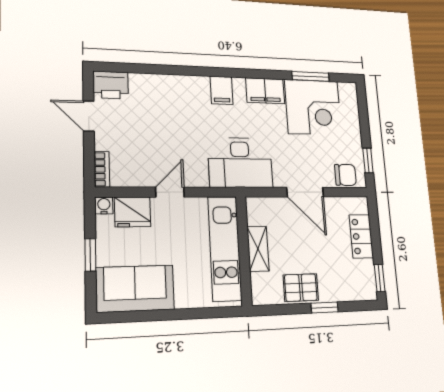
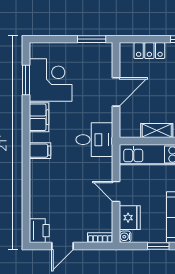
window: (368, 160) -> (92, 39), width x1.50
desk: (240, 163) -> (94, 140), width x0.73
chair: (345, 175) -> (103, 59), removed

